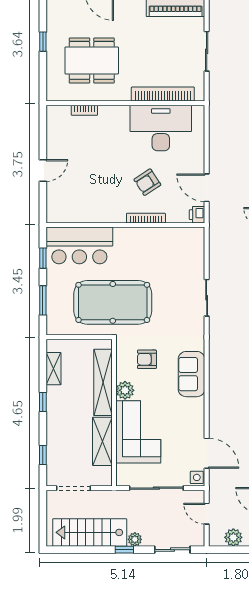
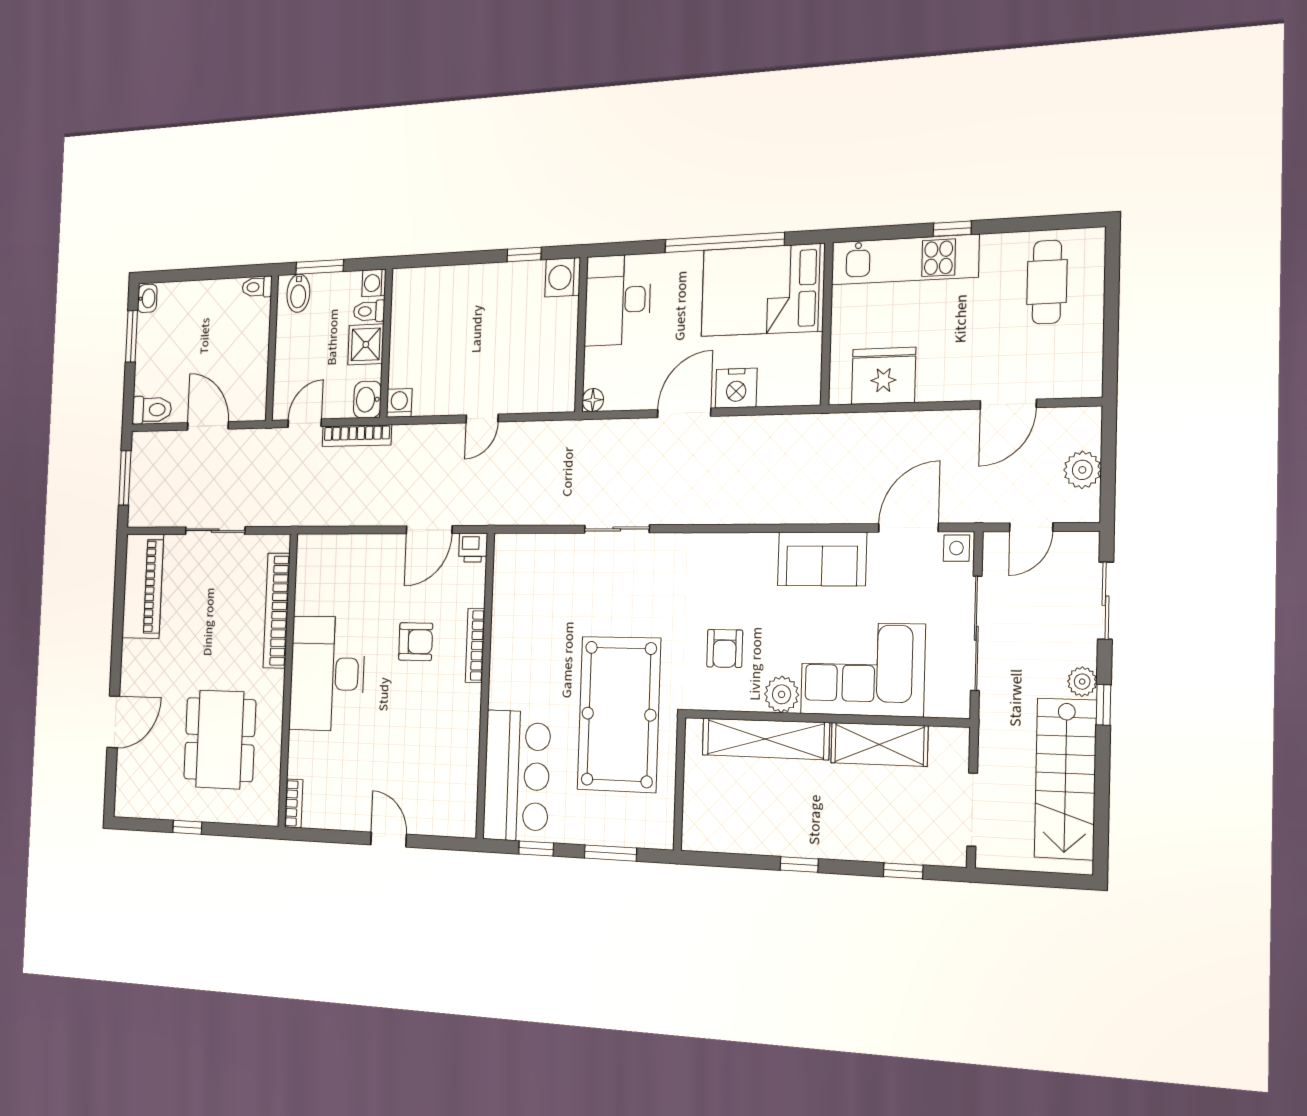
bookcase: (84, 110) -> (294, 803), moved
desk: (161, 128) -> (327, 674), moved
armchair: (147, 182) -> (416, 642), turned -57
shelving: (53, 369) -> (736, 839), removed
sofa: (192, 374) -> (822, 559), moved

